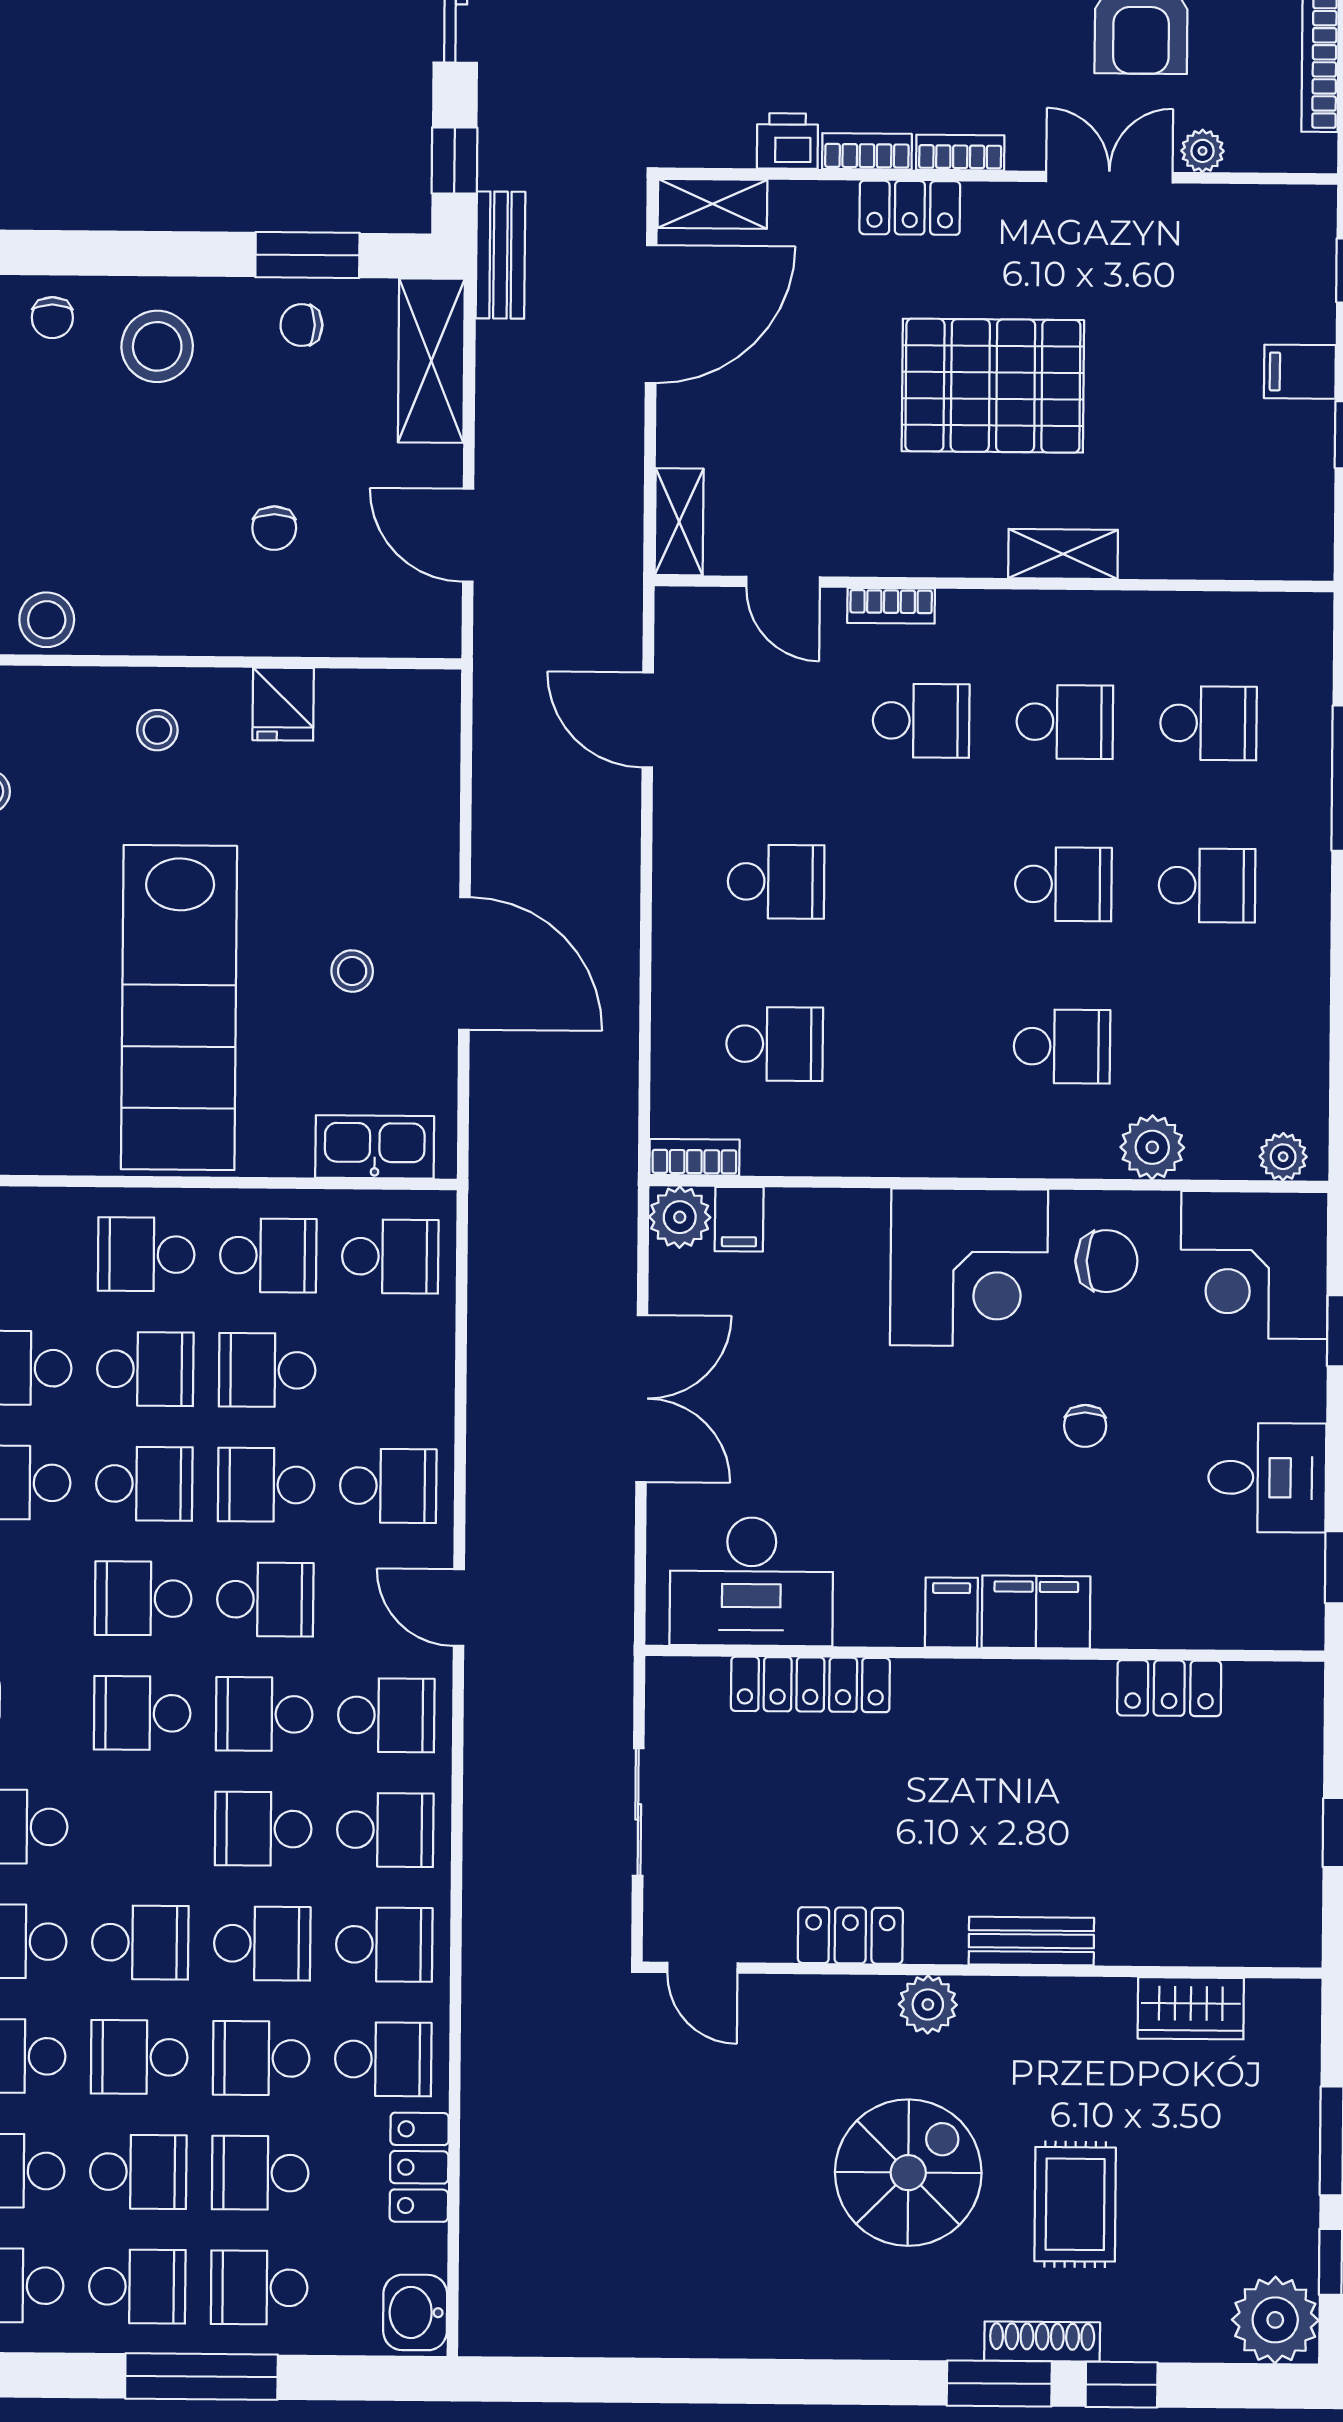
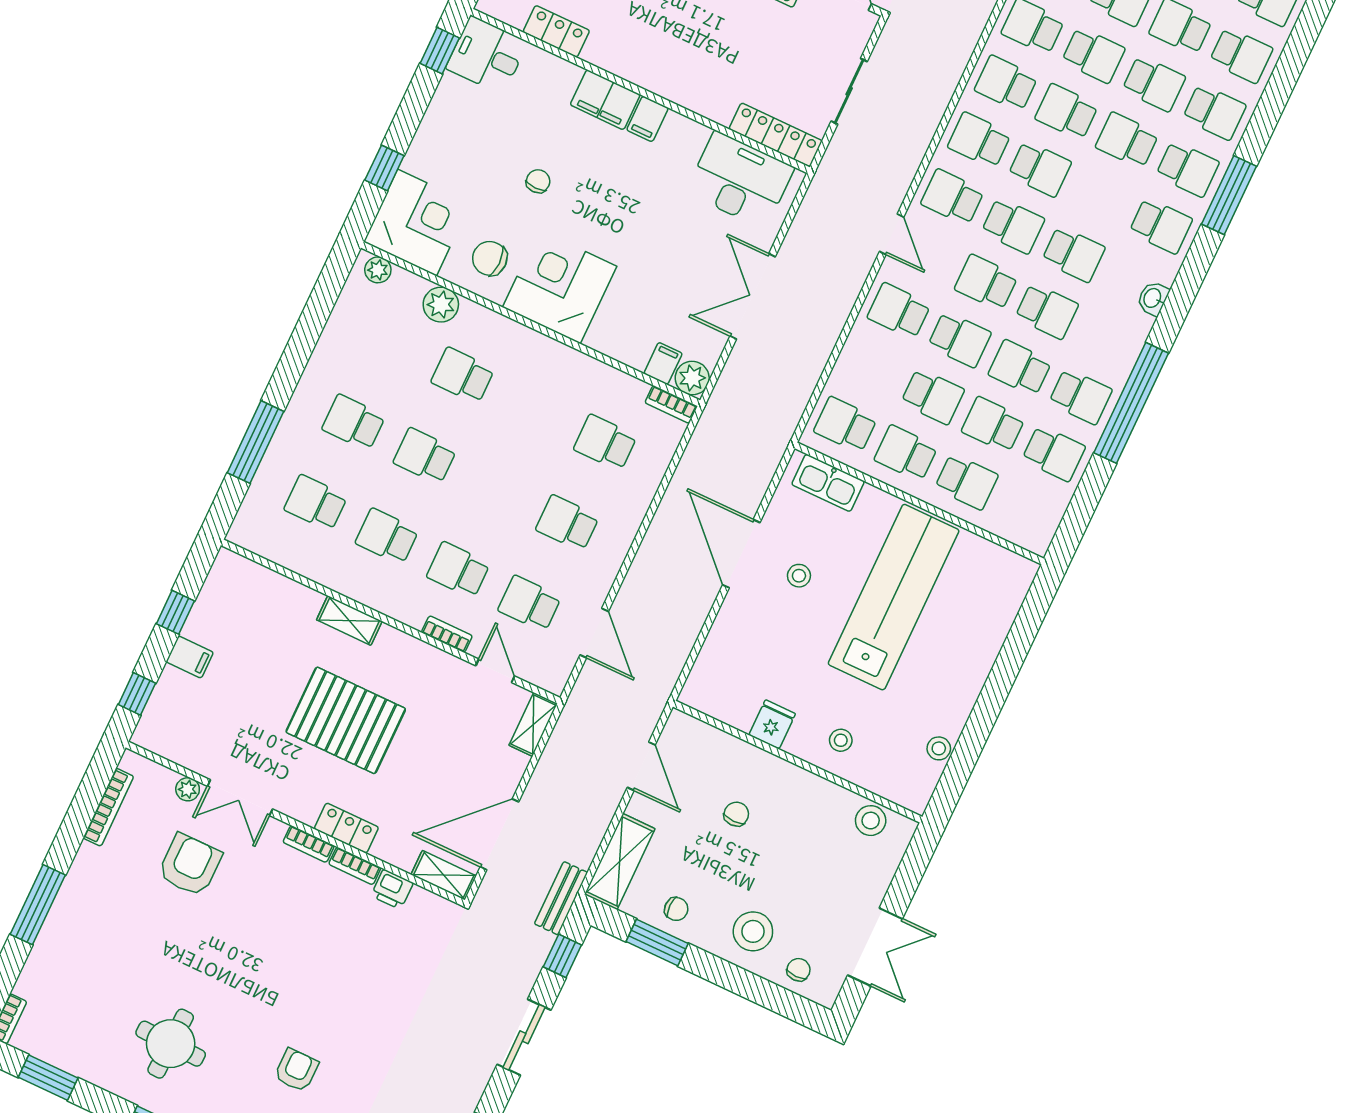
school desk: (777, 719) -> (530, 604), added
desk: (1267, 1478) -> (487, 55), moved
locker: (810, 1684) -> (776, 135), moved

